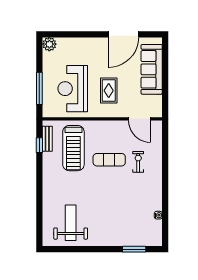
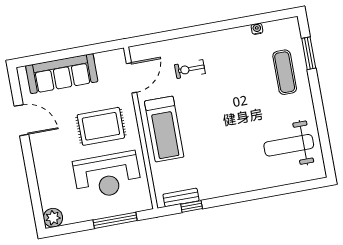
door: (123, 34) -> (21, 120), width x0.73
rug: (109, 91) -> (101, 126), width x1.36, depth x1.43
treadmill: (73, 148) -> (164, 129), moved, turned 90
exercise mat: (109, 160) -> (285, 72), moved

